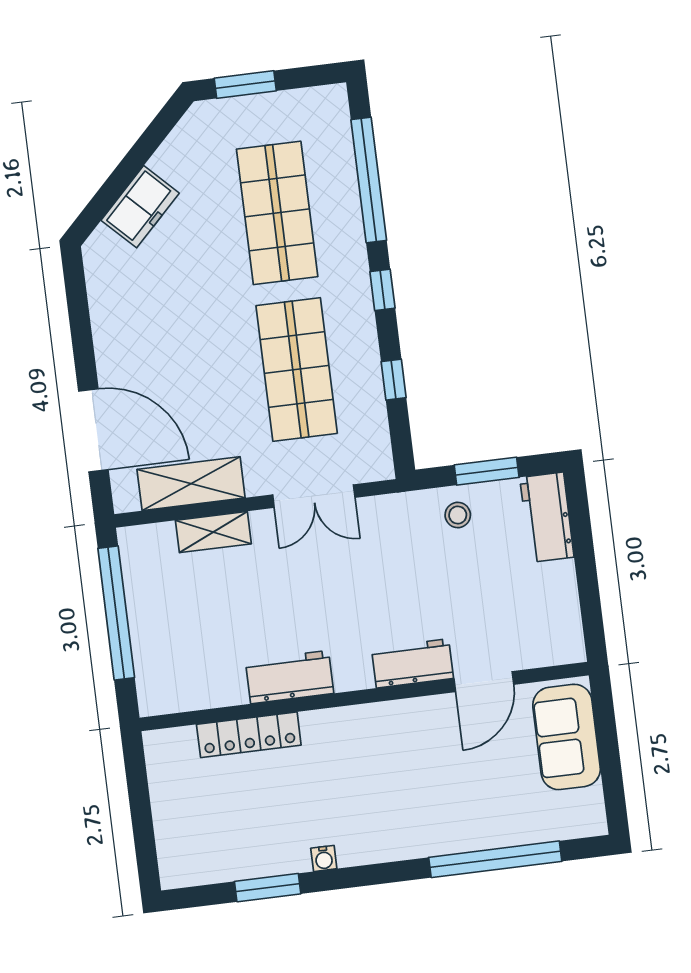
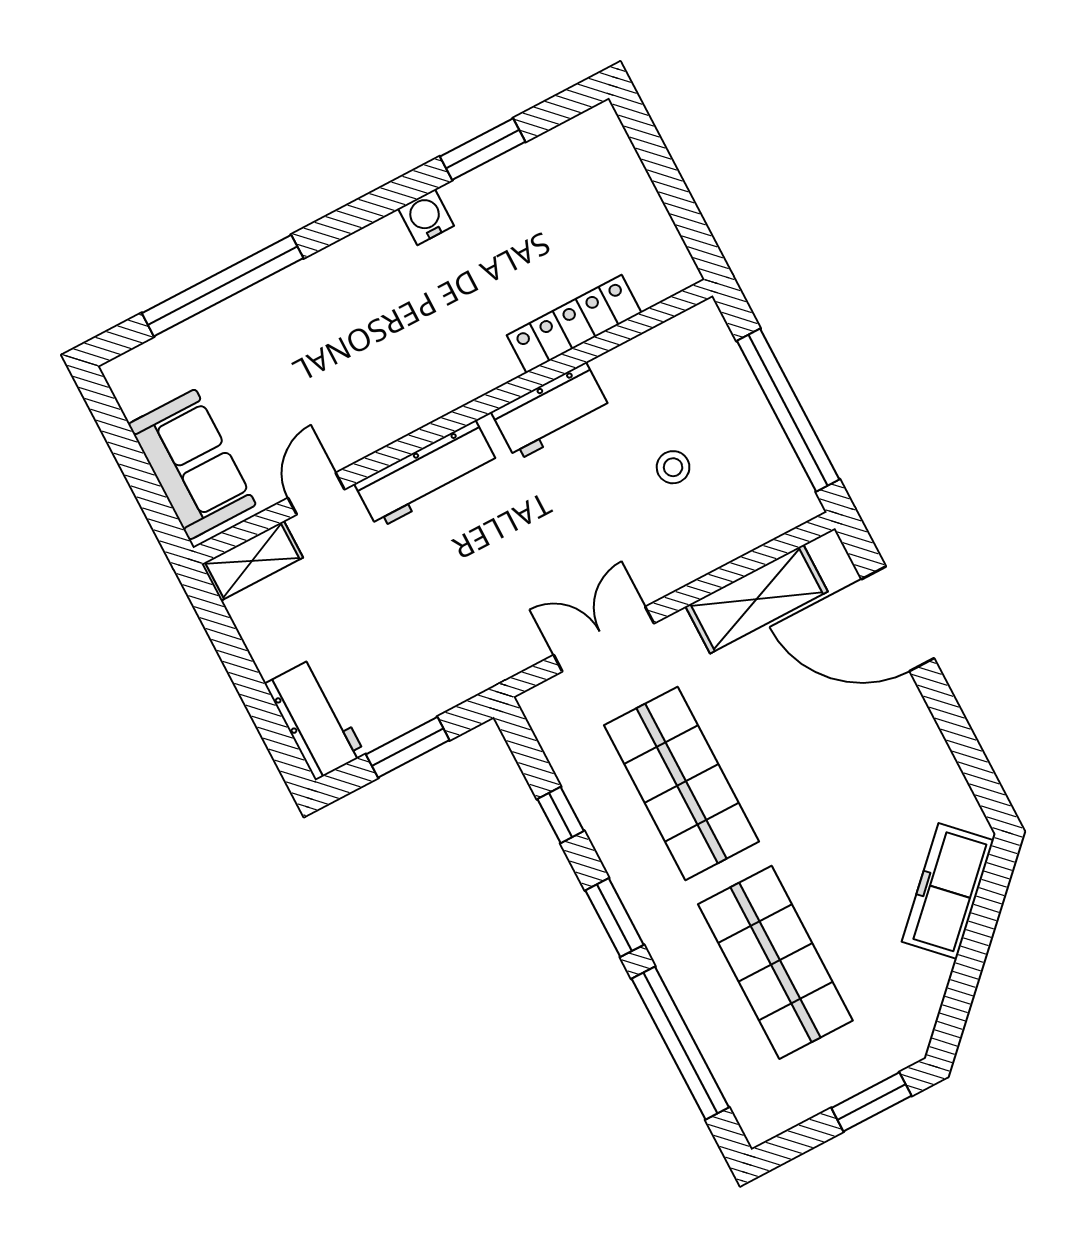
freezer: (140, 207) -> (948, 891), width x1.40
window: (382, 290) -> (614, 918), width x1.50
stool: (458, 515) -> (673, 467), moved
shelving: (213, 532) -> (252, 561), moved
workbench: (412, 663) -> (427, 475), width x1.38
door: (484, 682) -> (316, 494), width x0.73
water cooler: (324, 858) -> (426, 217), width x1.38, depth x1.38

